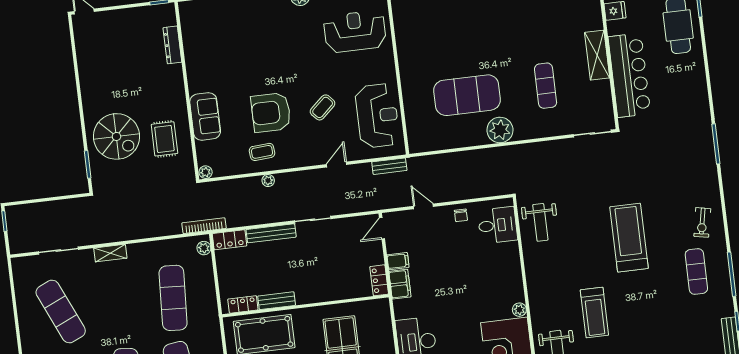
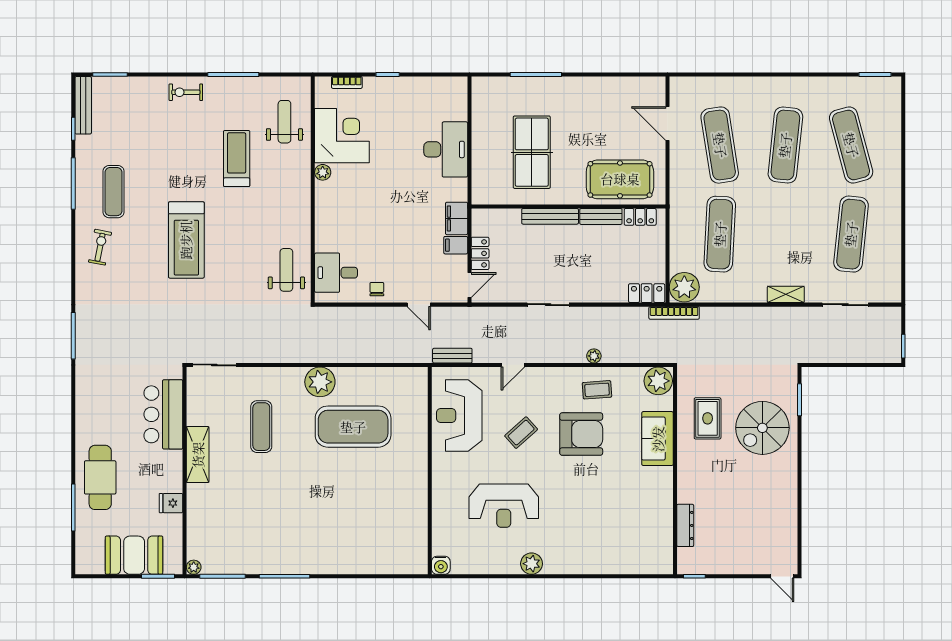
reception desk: (355, 31) -> (504, 506), moved
bar counter: (629, 75) -> (163, 414), width x0.73
spiral stairs: (116, 136) -> (762, 428), turned -90
plant: (206, 172) -> (658, 381), width x1.88, depth x1.88
bench: (271, 233) -> (550, 216), moved
plant: (204, 248) -> (684, 287), width x1.87, depth x1.87
locker: (379, 280) -> (480, 253), moved
exercise mat: (61, 312) -> (851, 234), turned 30

